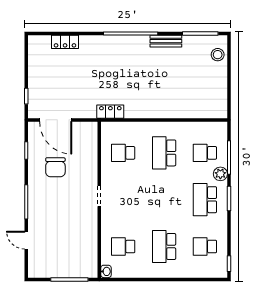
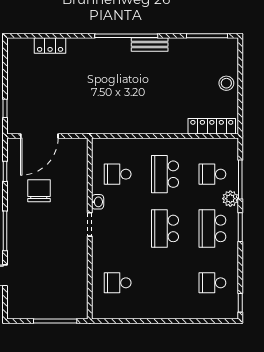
bench: (166, 41) -> (150, 44), moved
stool: (218, 55) -> (226, 83), moved
locker: (110, 112) -> (212, 126), moved, width x1.53
door: (56, 120) -> (39, 136), hinge flipped
chair: (55, 167) -> (39, 191), turned 180
school desk: (164, 246) -> (165, 228), moved
washbasin: (106, 271) -> (98, 202), moved

